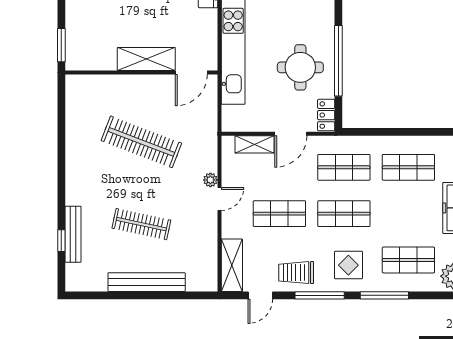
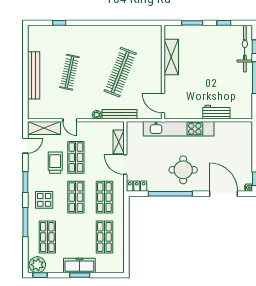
window: (61, 45) -> (192, 23), moved
shelving: (146, 59) -> (171, 57), moved
round table: (300, 67) -> (183, 170), moved
door: (219, 199) -> (70, 120), moved
bench: (73, 234) -> (119, 114), moved
trolley: (296, 273) -> (55, 163), moved
door: (260, 295) -> (25, 146), swing flipped
window: (320, 295) -> (25, 182), width x0.69

